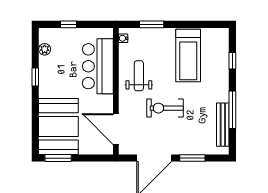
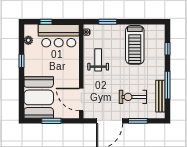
bar counter: (98, 66) -> (59, 36), moved, turned -90
exercise bike: (165, 108) -> (133, 97), moved
window: (58, 158) -> (51, 121), moved

